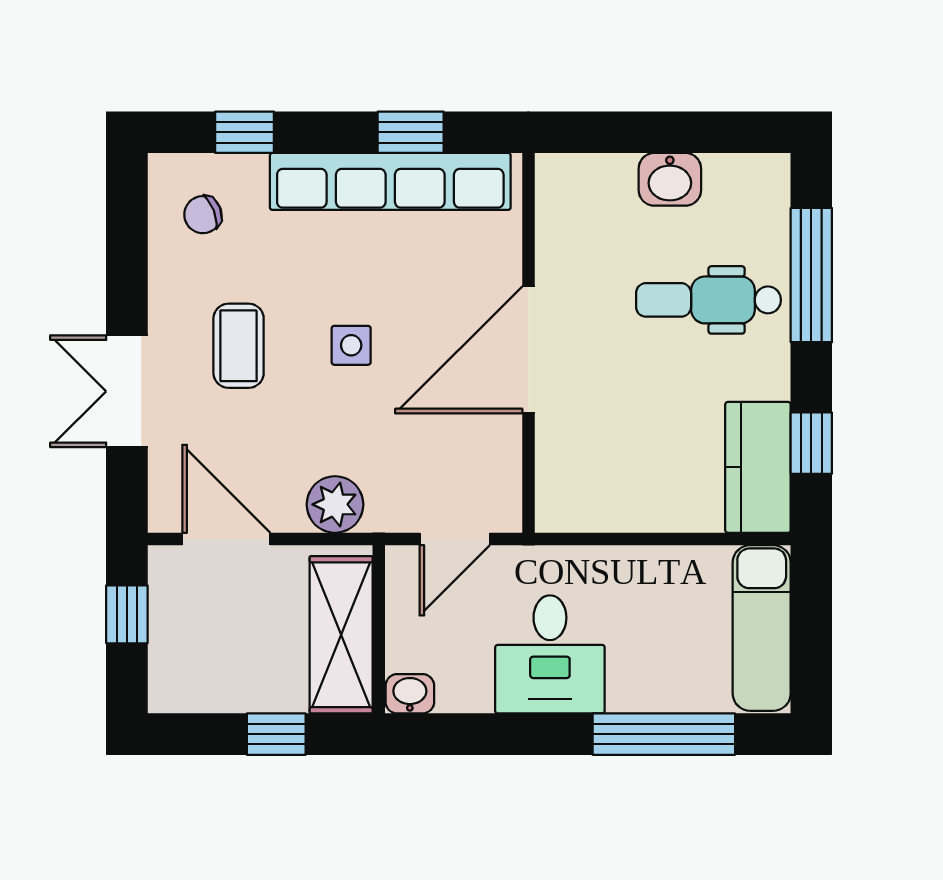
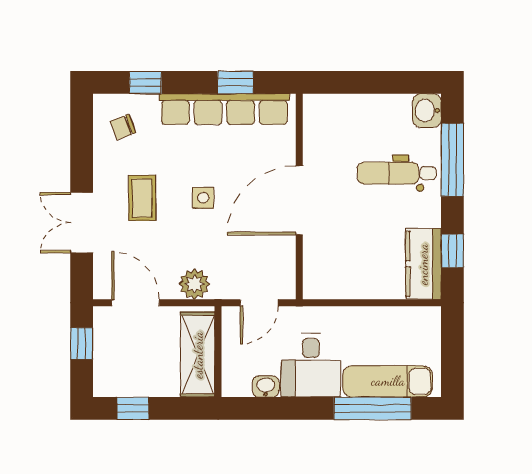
washbasin: (670, 179) -> (427, 110), moved, turned 90
exam couch: (762, 628) -> (388, 381), moved, turned 90
washbasin: (410, 694) -> (266, 387), moved
window: (276, 734) -> (133, 408), moved

